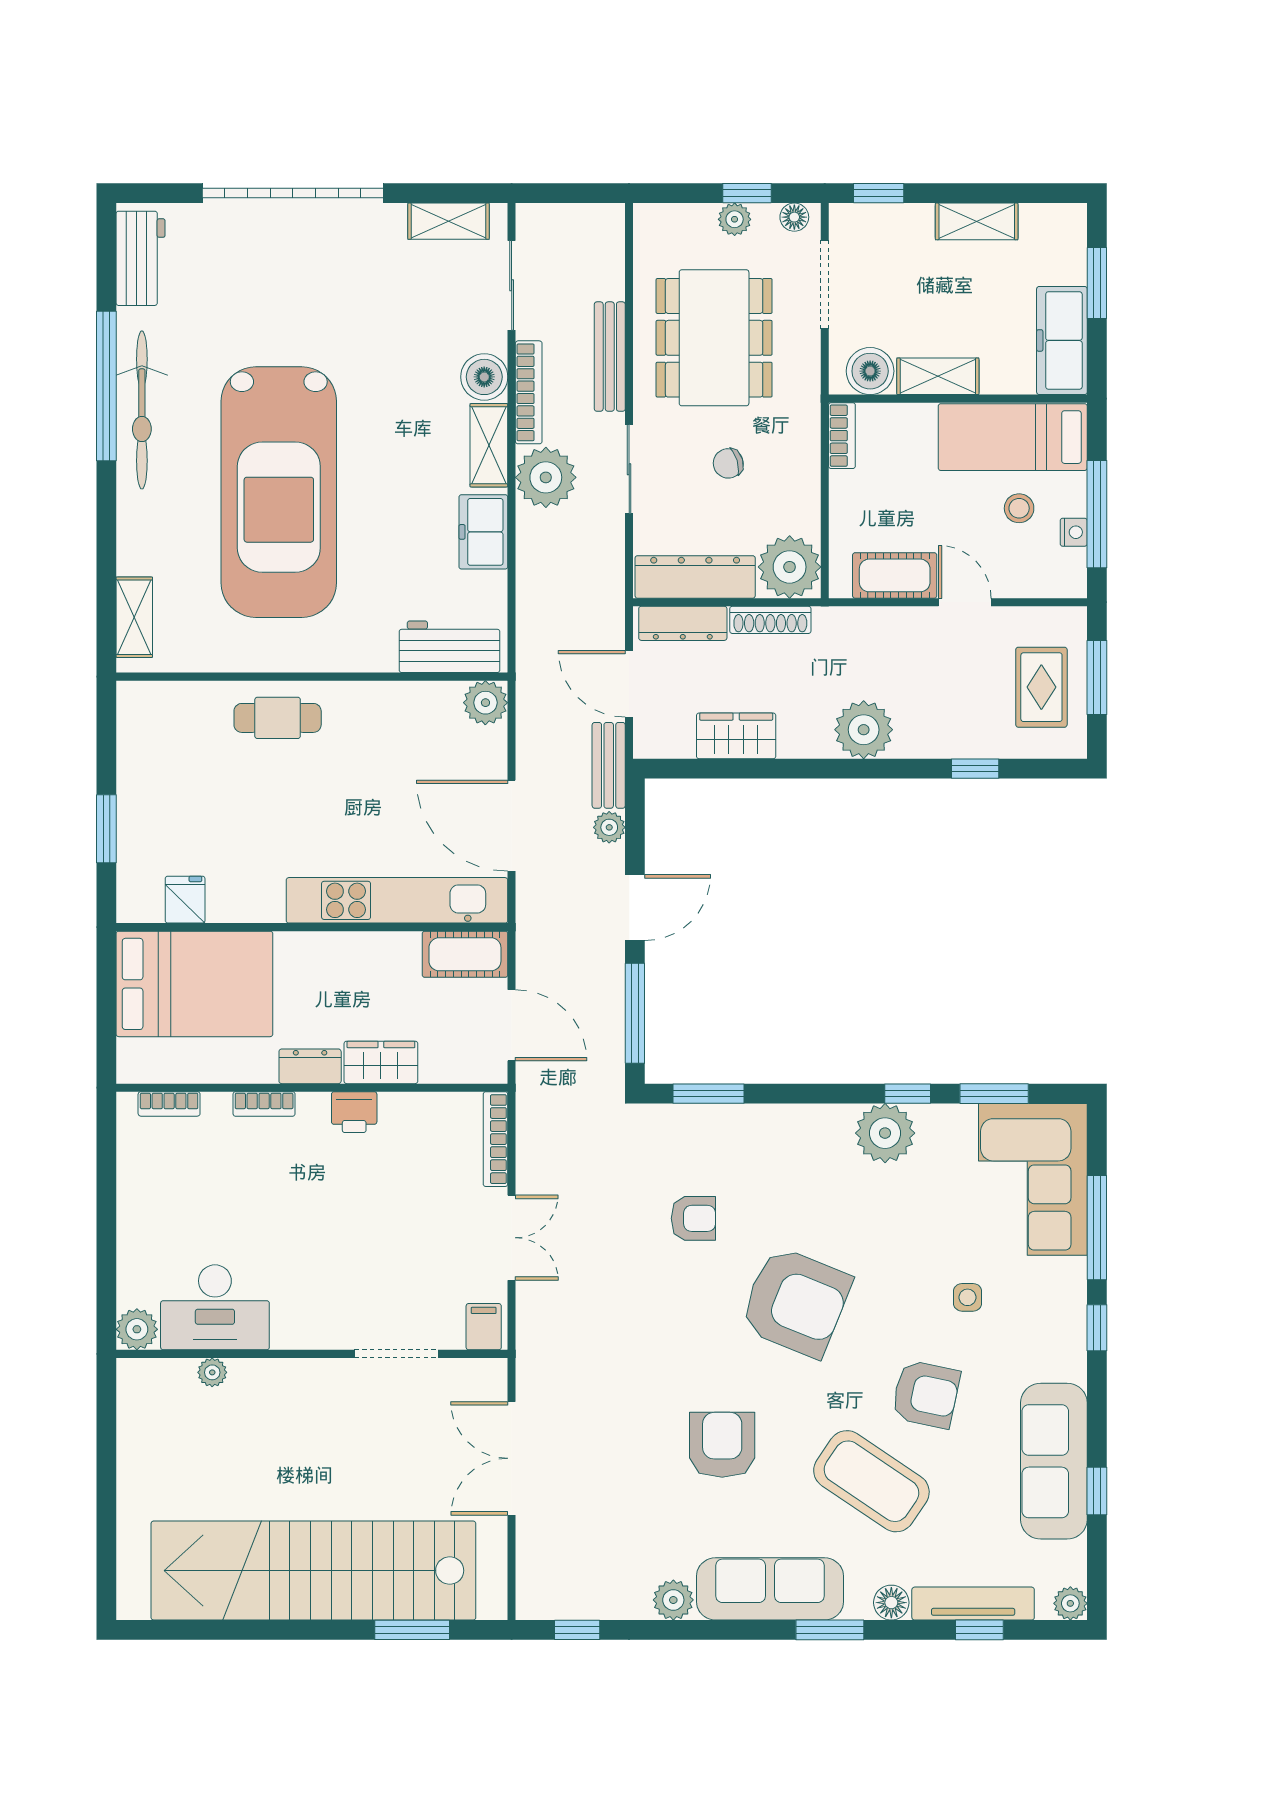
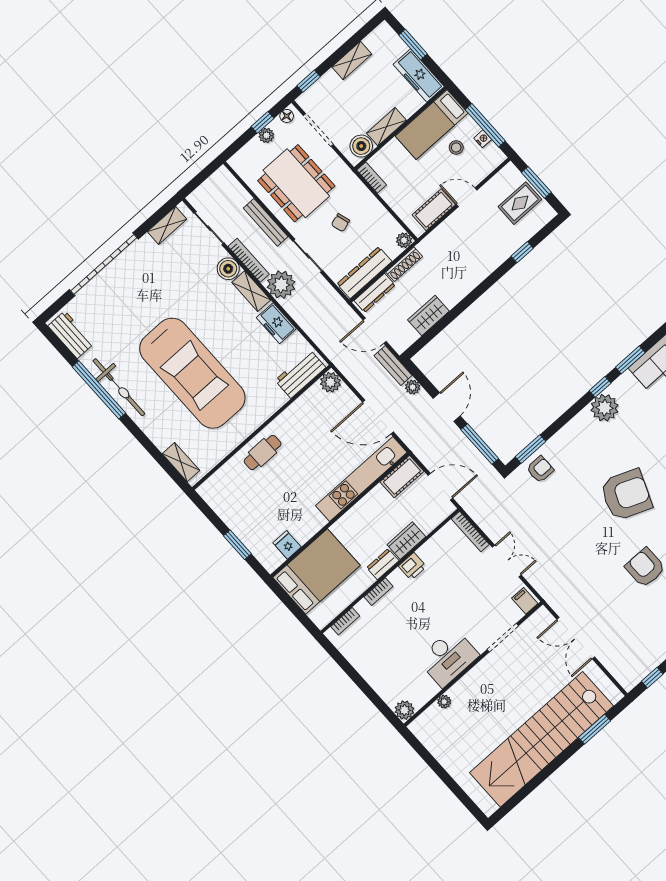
plant: (790, 567) -> (404, 240), width x0.53, depth x0.53
rug: (1041, 687) -> (520, 203), turned 90
plant: (864, 730) -> (471, 273), removed
armchair: (693, 1218) -> (540, 469), moved
desk: (215, 1307) -> (448, 657), moved

